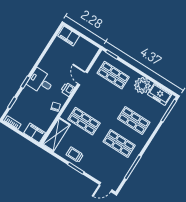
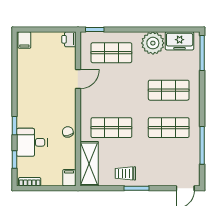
filing cabinet: (69, 36) -> (24, 40), width x0.50
door: (82, 78) -> (78, 79), swing flipped
desk: (41, 82) -> (32, 142), moved
printer: (68, 89) -> (69, 39), moved
filing cabinet: (35, 133) -> (69, 178), width x0.50

